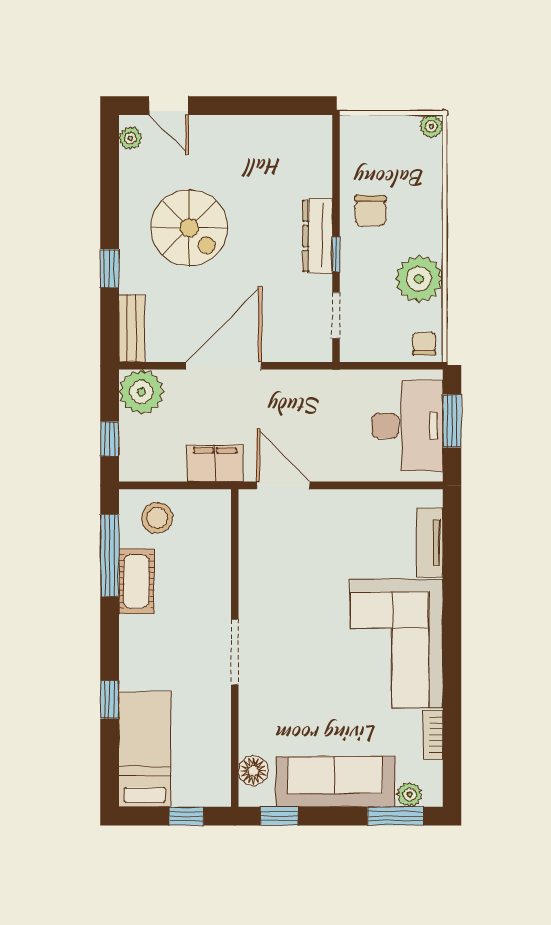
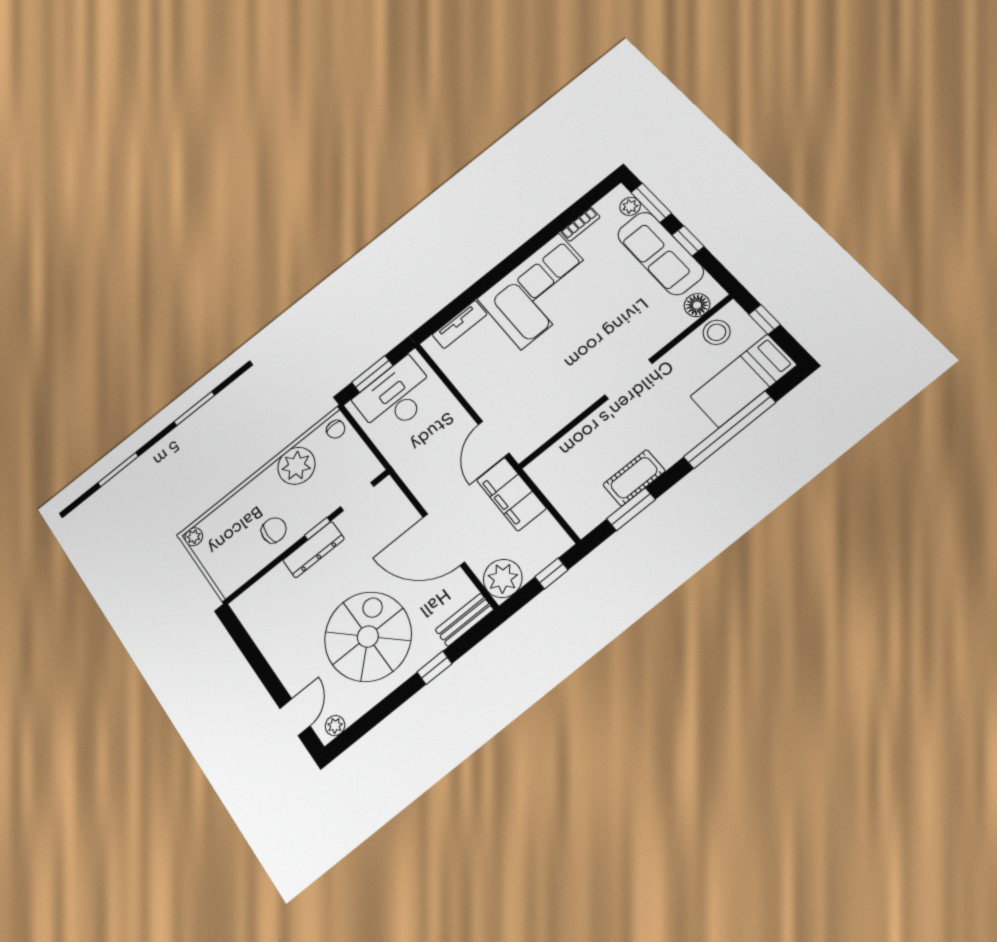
spiral stairs: (189, 228) -> (368, 637), width x1.37, depth x1.37
chair: (424, 344) -> (336, 429), turned -90
filing cabinet: (215, 463) -> (511, 494), width x1.50, depth x1.17
stool: (157, 518) -> (717, 332), moved
window: (110, 555) -> (631, 509), width x0.69
window: (110, 699) -> (730, 430), width x3.17
window: (279, 816) -> (688, 241), moved

